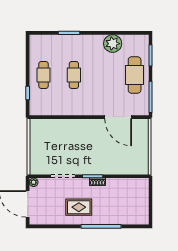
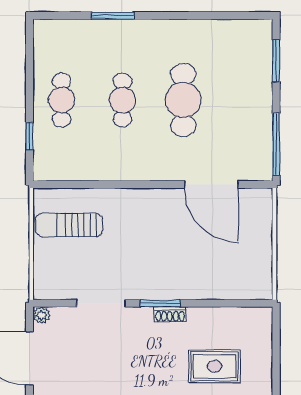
plant: (113, 44) -> (200, 37), removed
cafe table: (135, 75) -> (183, 100), moved
sun lounger: (47, 137) -> (69, 225), added
rug: (79, 207) -> (215, 366), moved

